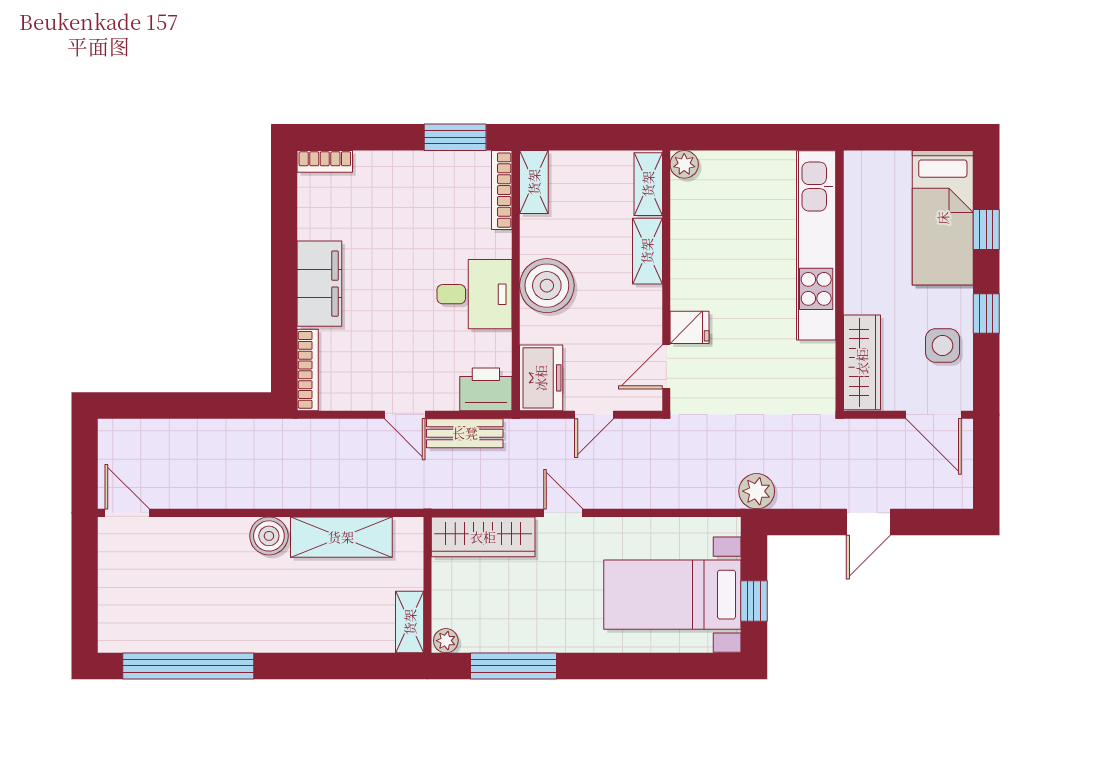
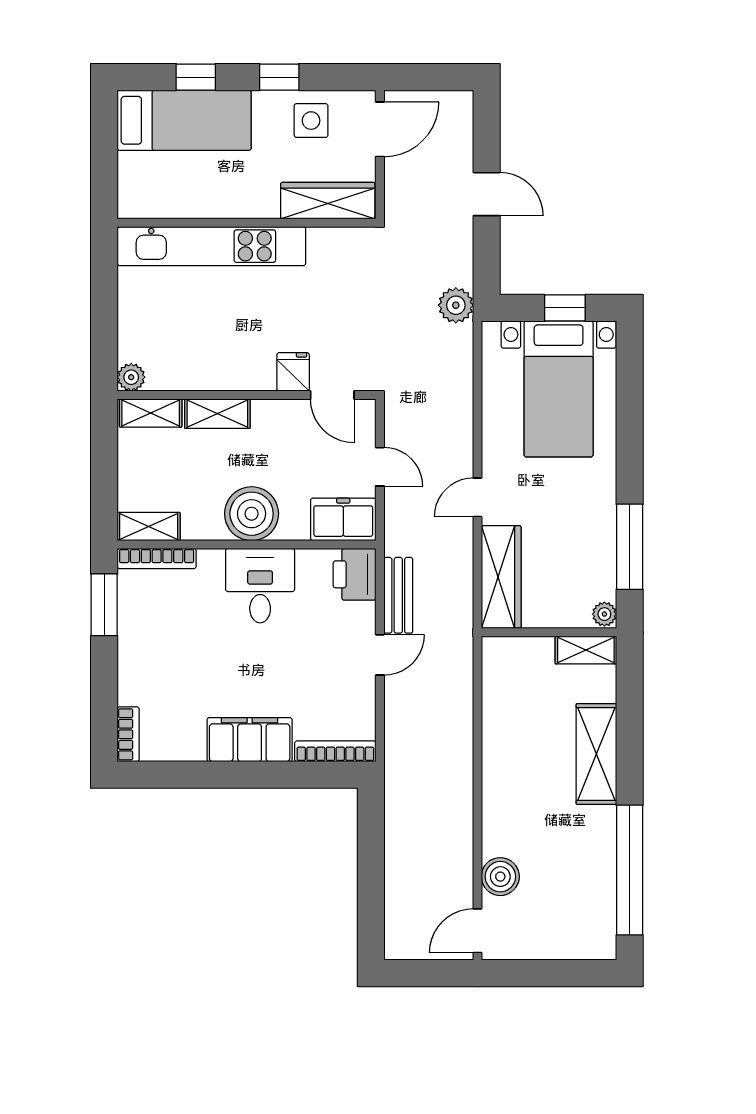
boiler: (269, 536) -> (500, 877), moved
shelving: (341, 537) -> (596, 754), moved

